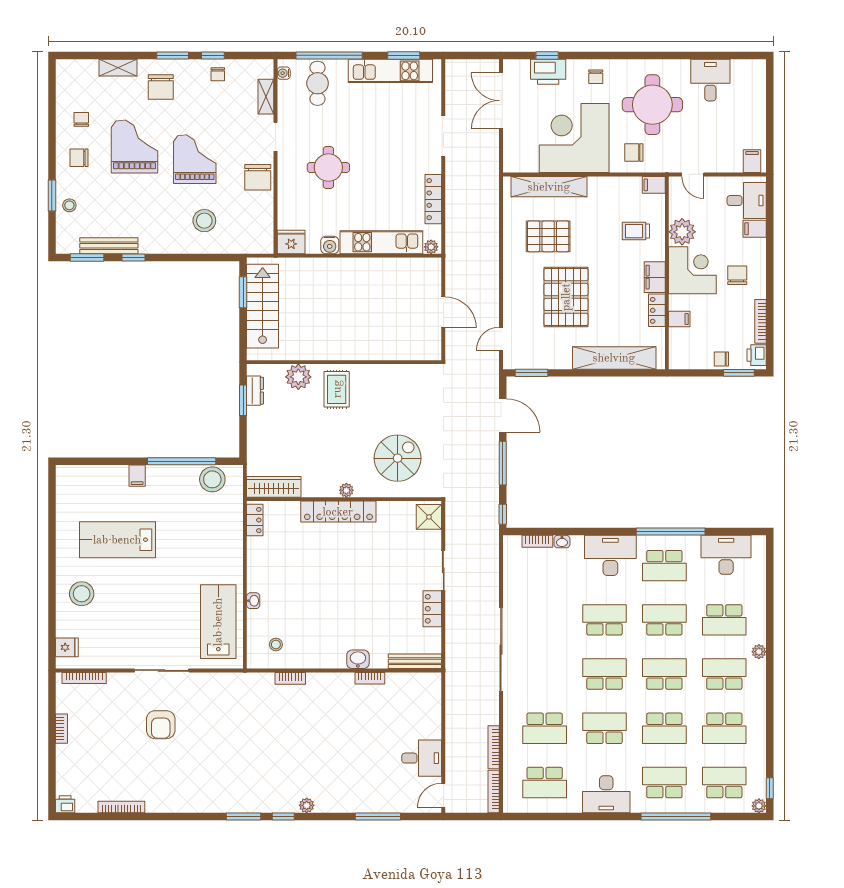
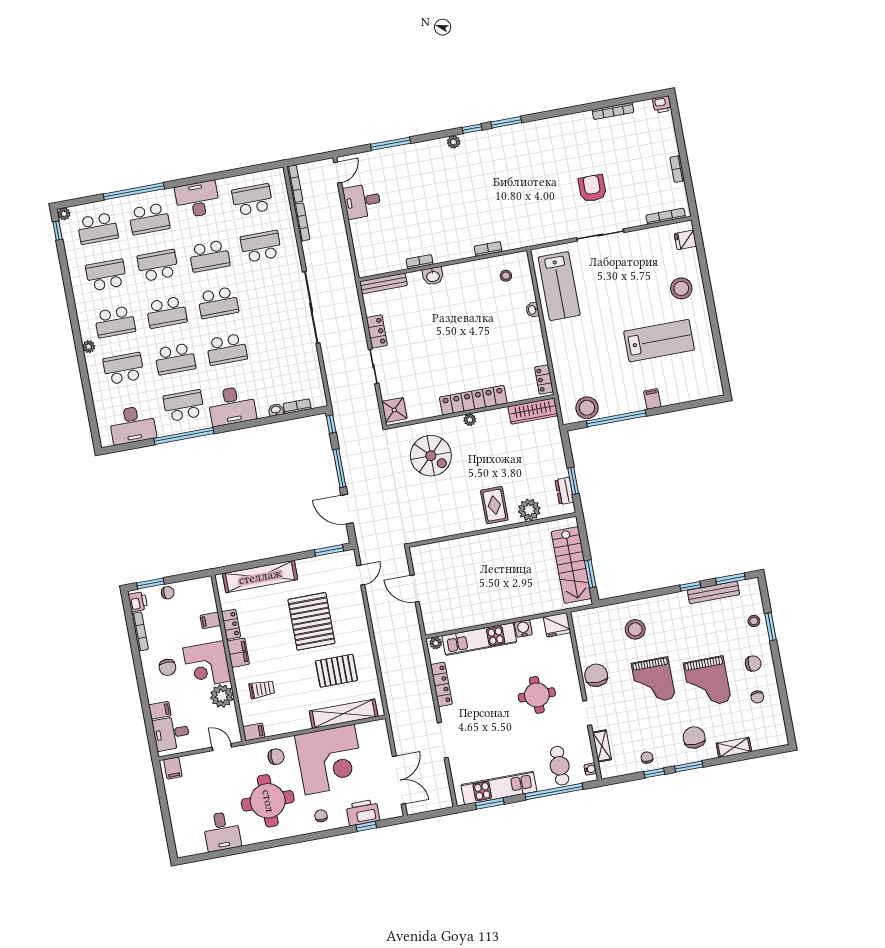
spiral stairs: (398, 458) -> (431, 456), turned -90

